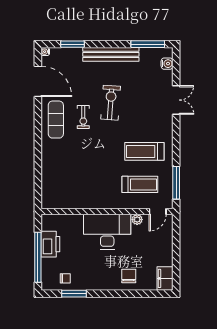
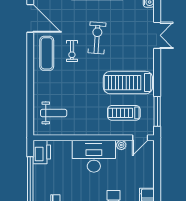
treadmill: (144, 151) -> (128, 83), width x1.37, depth x1.38
treadmill: (140, 184) -> (124, 113), turned 180
weight bench: (63, 185) -> (54, 113), added
printer: (50, 244) -> (42, 152), moved

